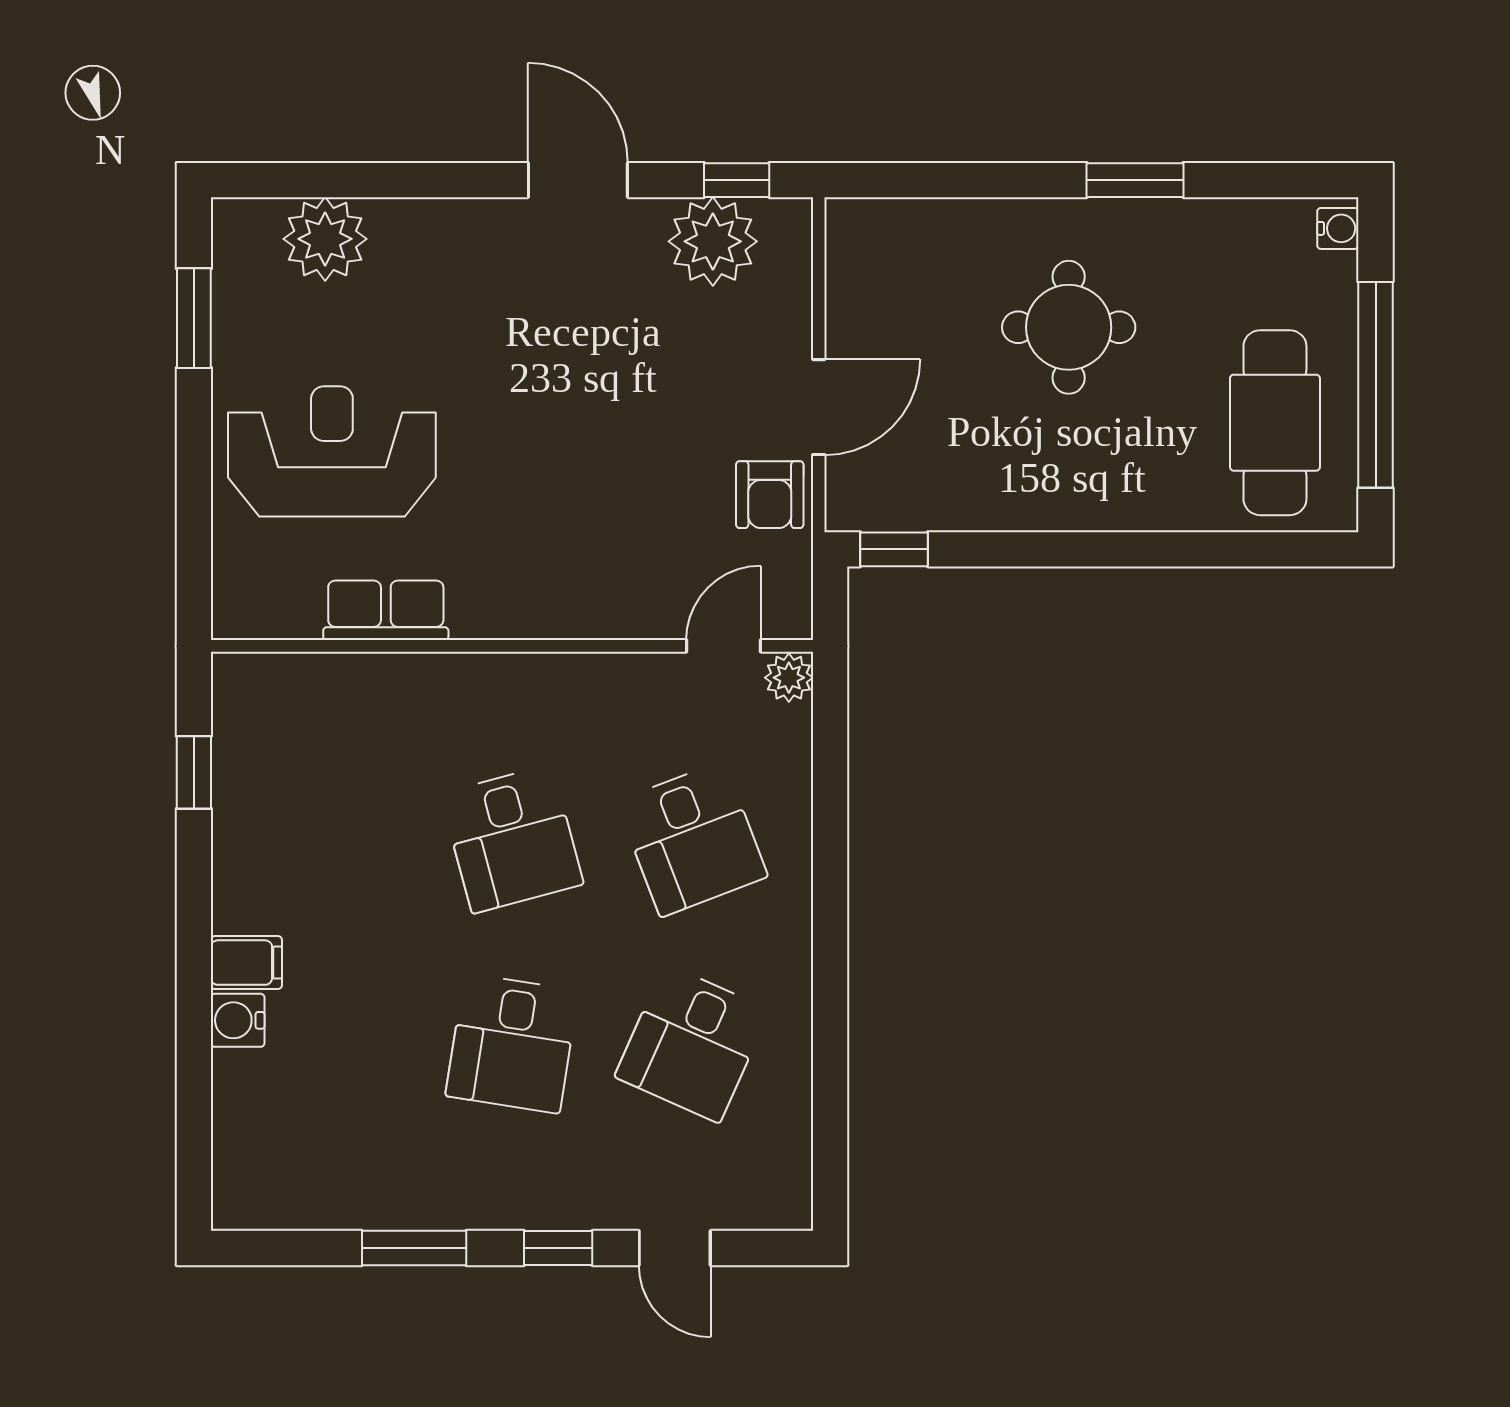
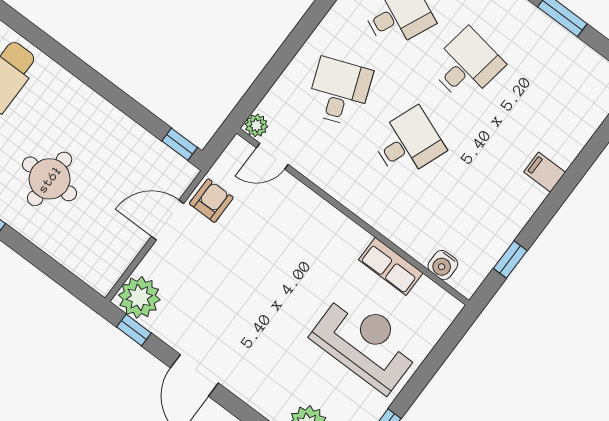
plant: (713, 241) -> (139, 297), moved
reception desk: (332, 451) -> (366, 342), turned 180
desk: (512, 839) -> (408, 143), turned 36
water cooler: (238, 1020) -> (443, 265), moved, turned 90

